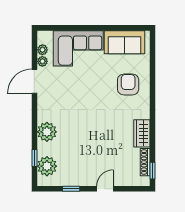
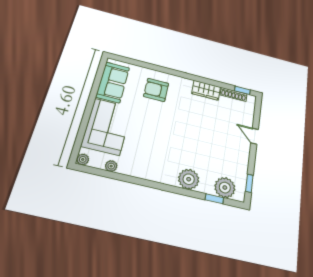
plant: (42, 50) -> (83, 159), moved
door: (34, 81) -> (131, 180), removed
window: (71, 189) -> (249, 183), moved

